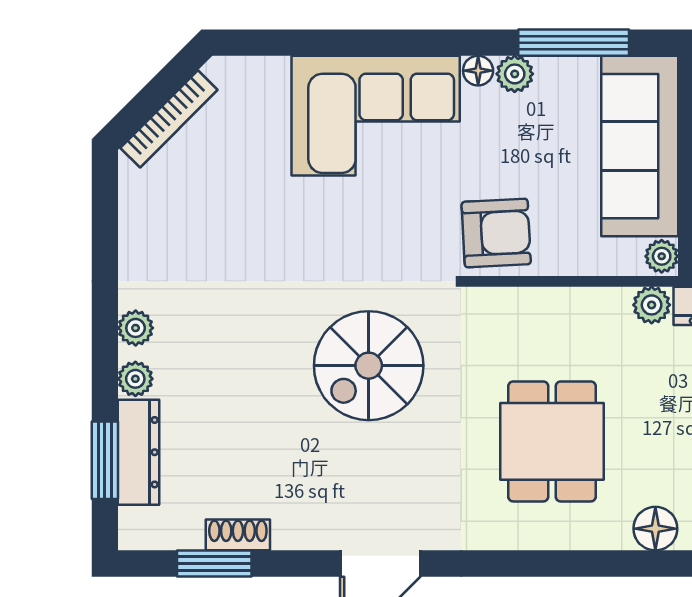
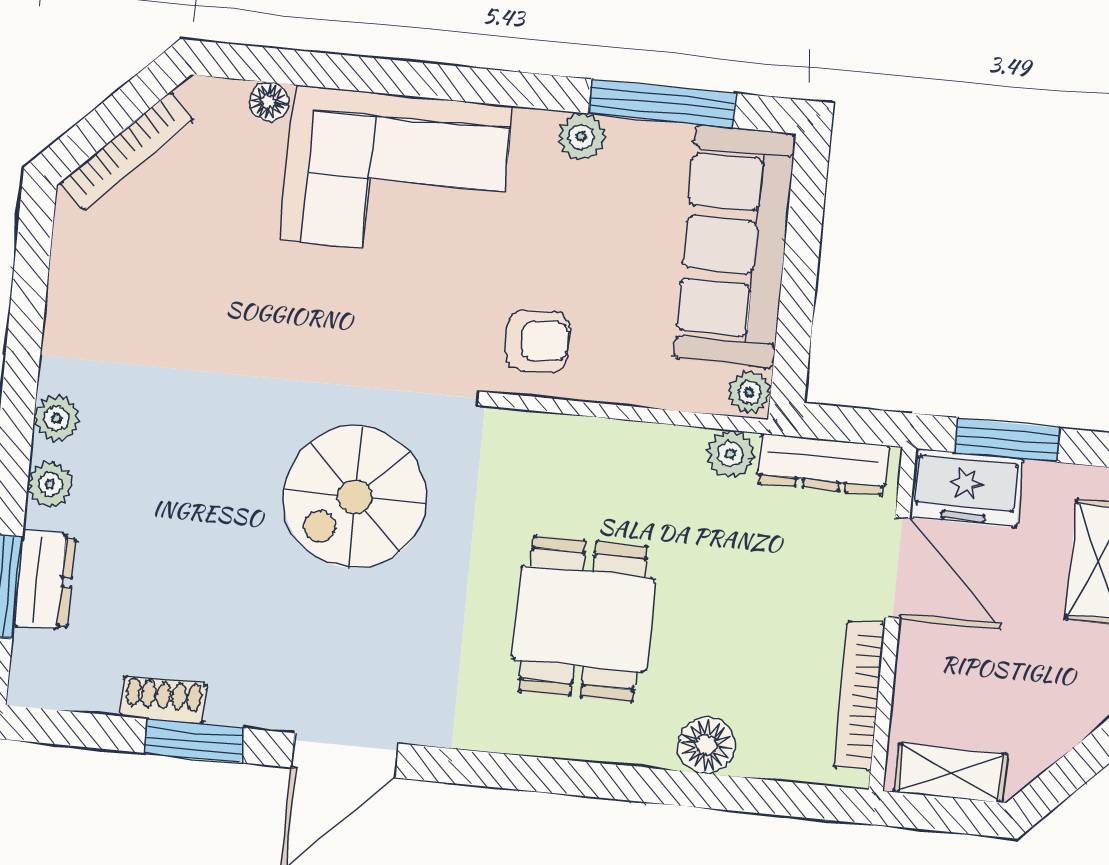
floor lamp: (478, 71) -> (268, 102), moved
armchair: (496, 233) -> (537, 341), width x0.72, depth x0.72
dresser: (139, 452) -> (45, 580), width x0.70
window: (214, 563) -> (194, 741), moved

